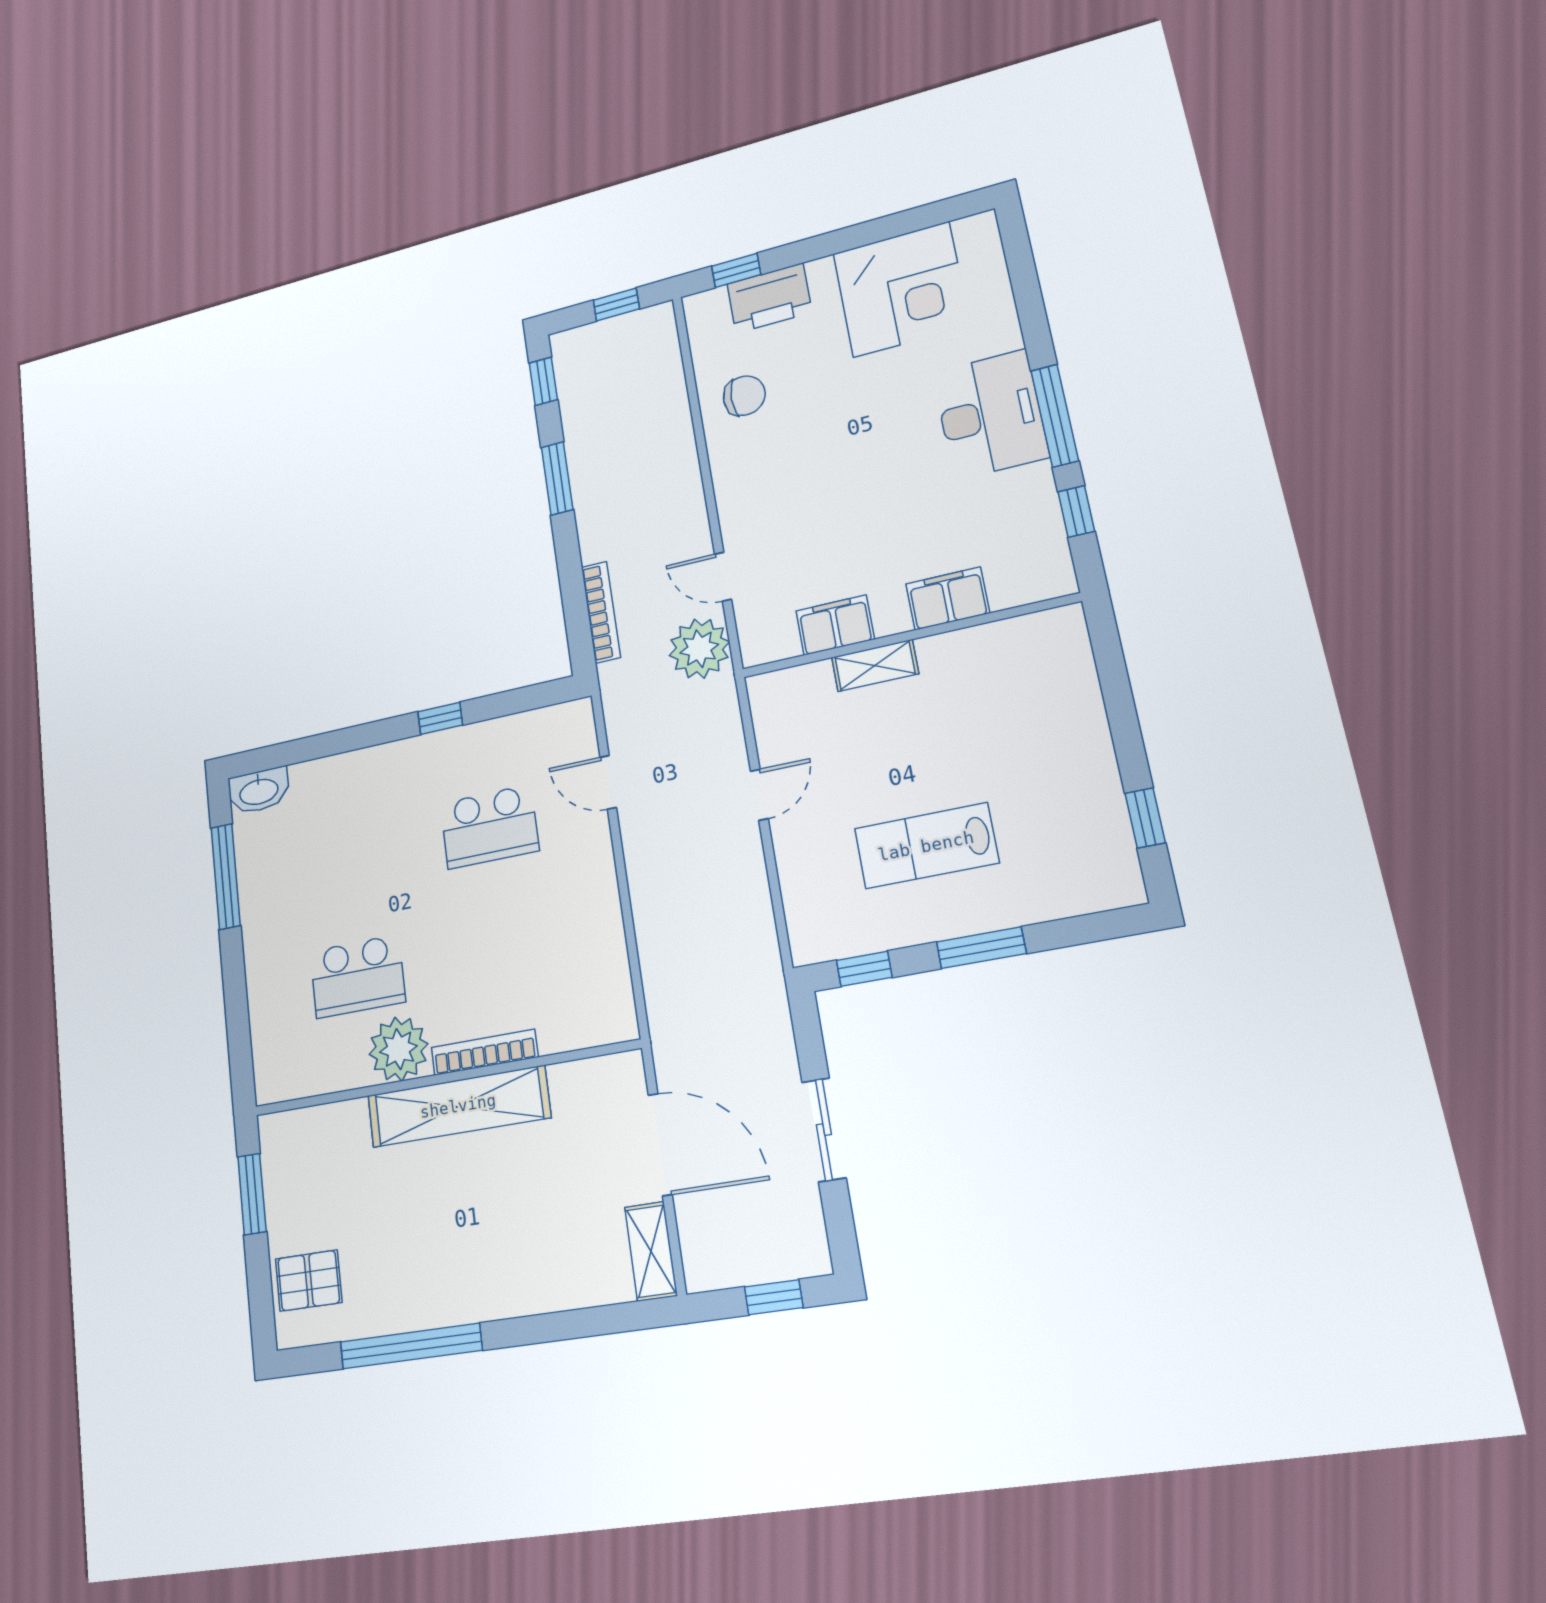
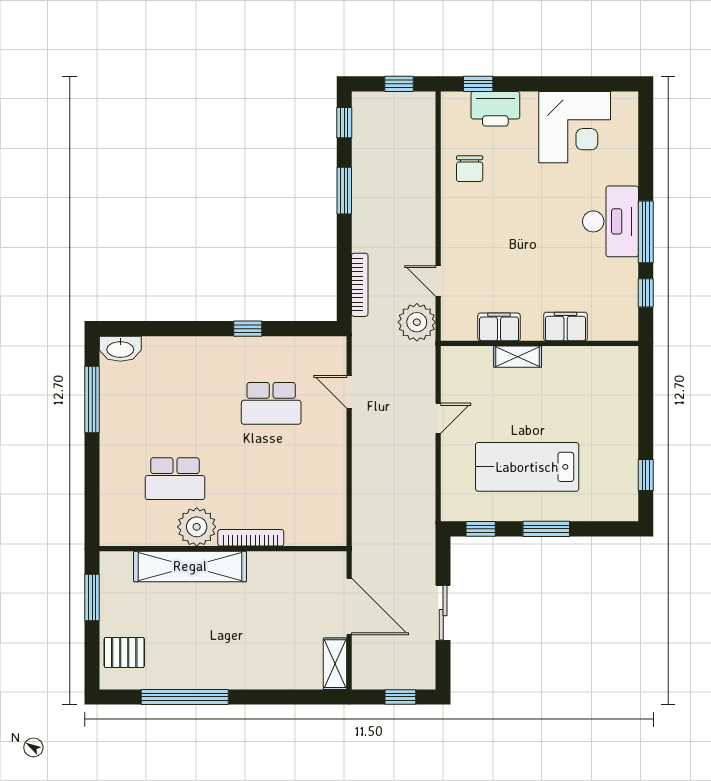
chair: (744, 396) -> (470, 169), turned 90
lab bench: (926, 846) -> (527, 467), width x1.36, depth x1.39
shelving: (458, 1106) -> (190, 566), moved

